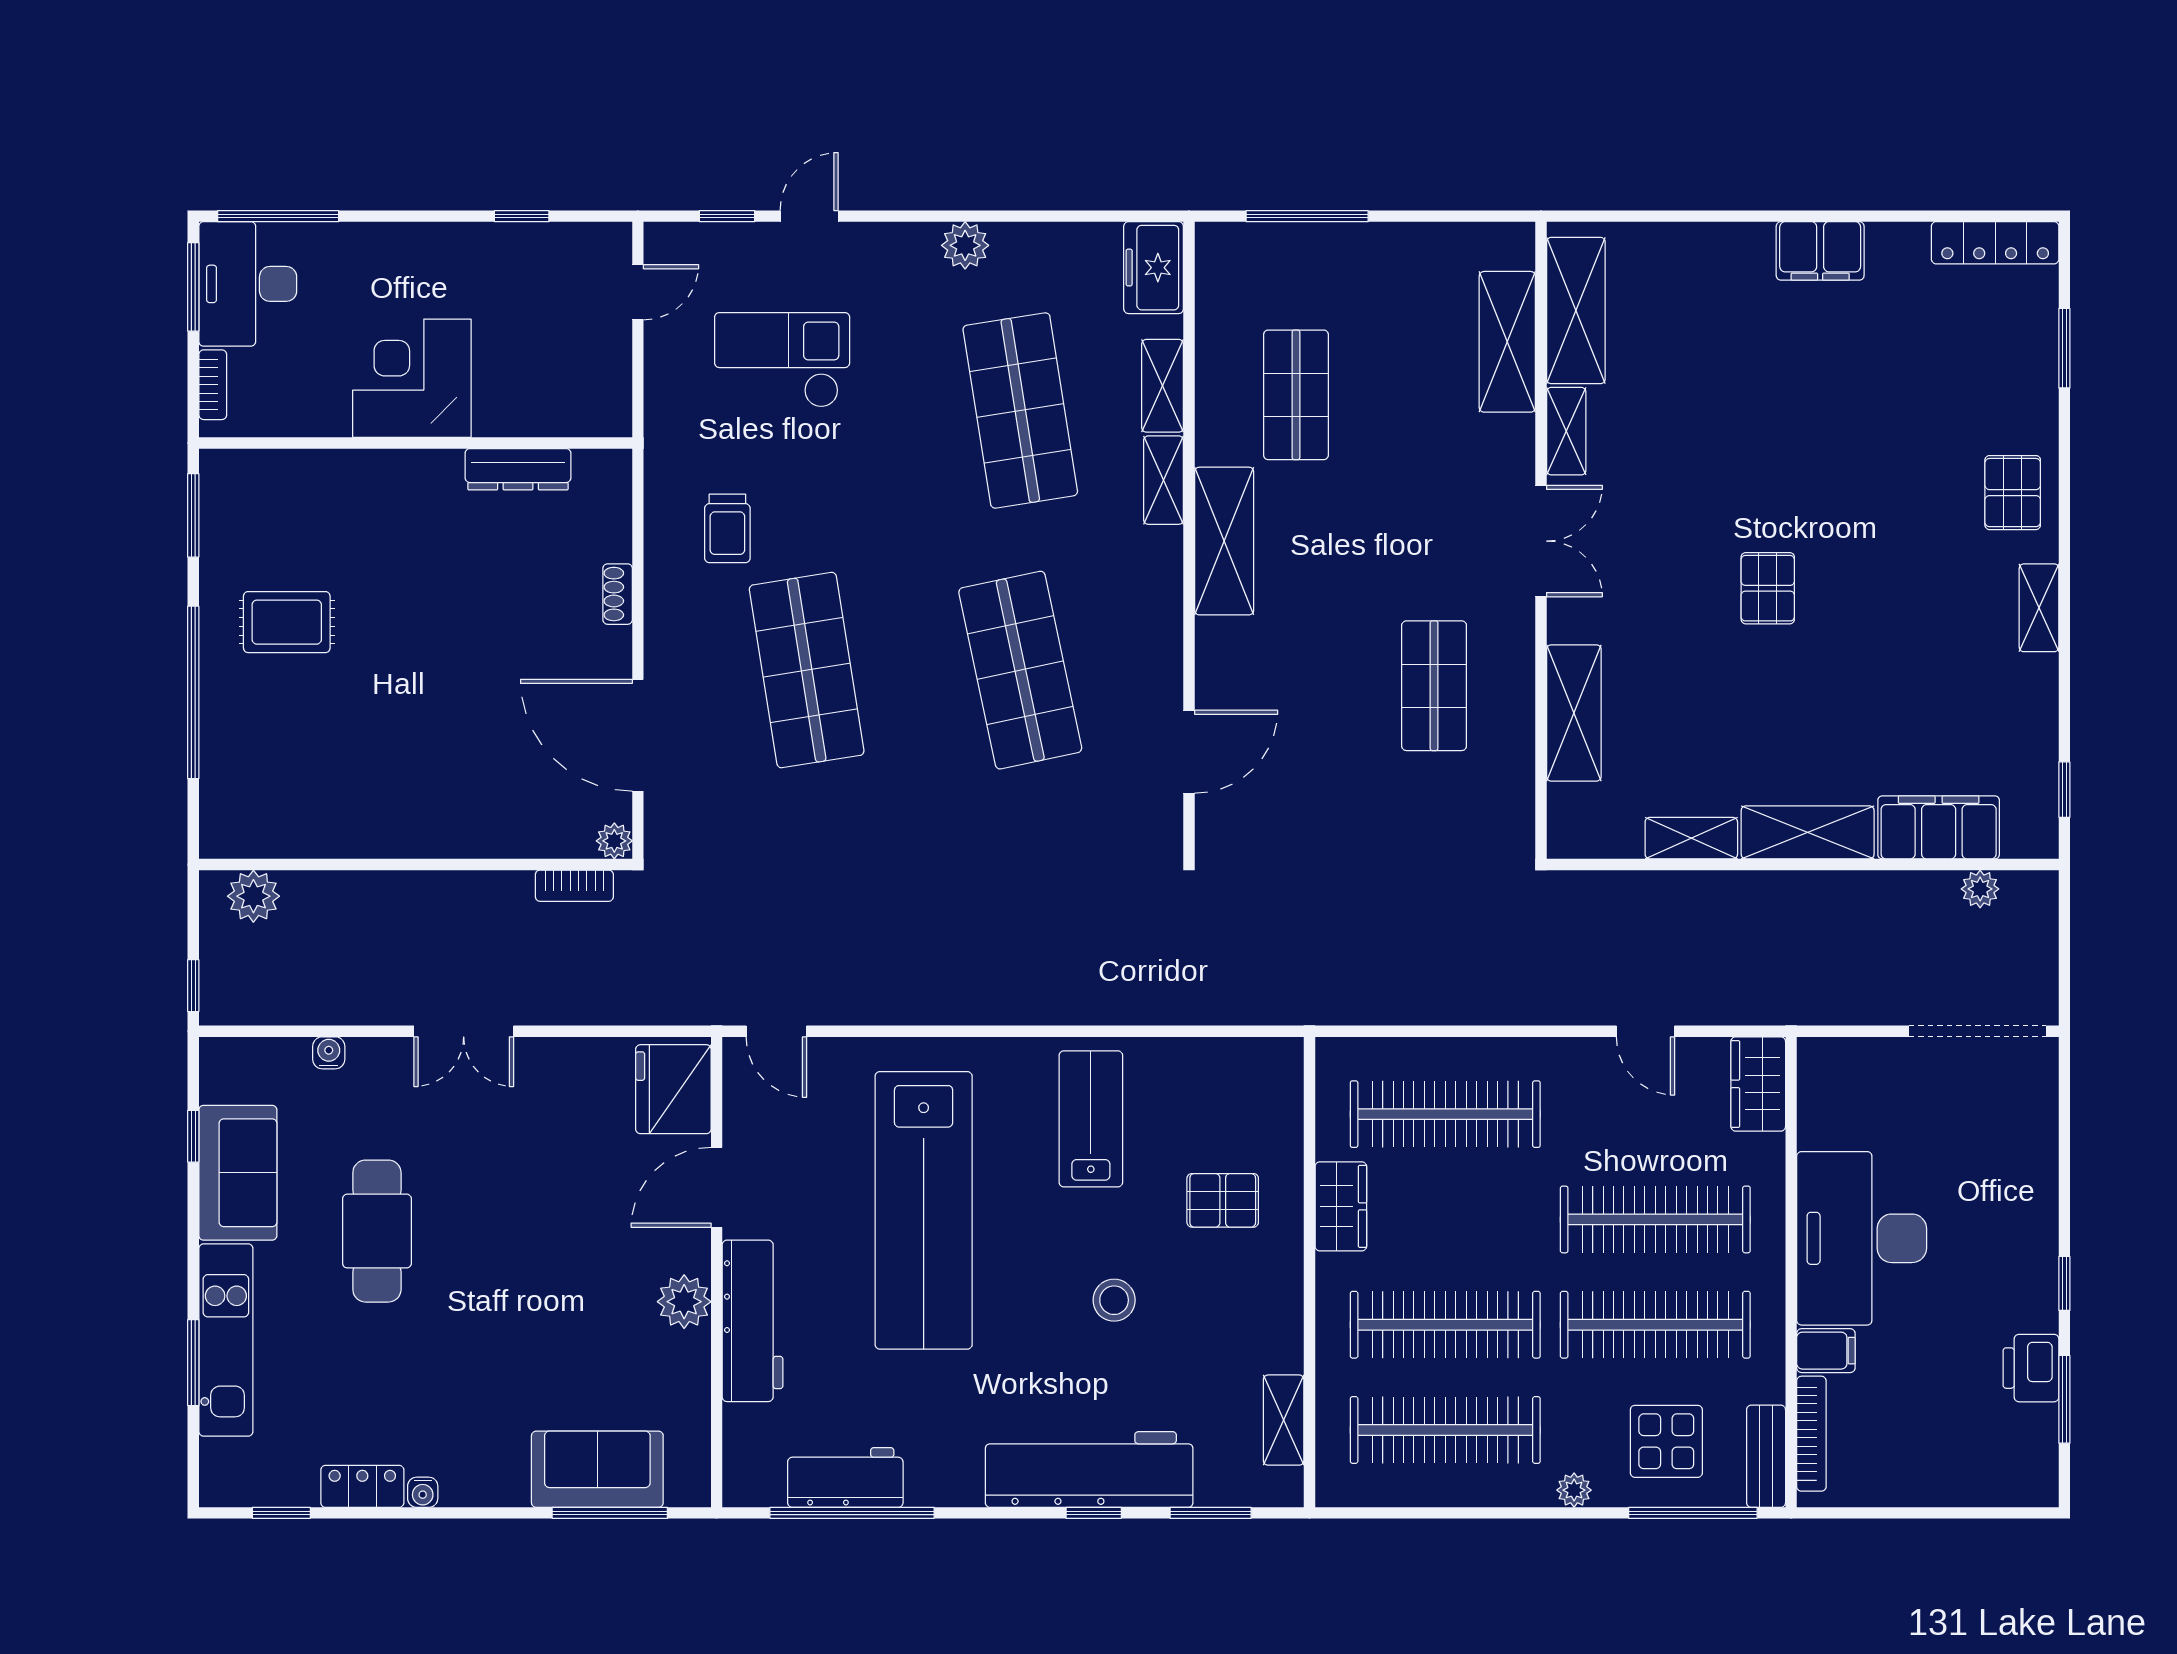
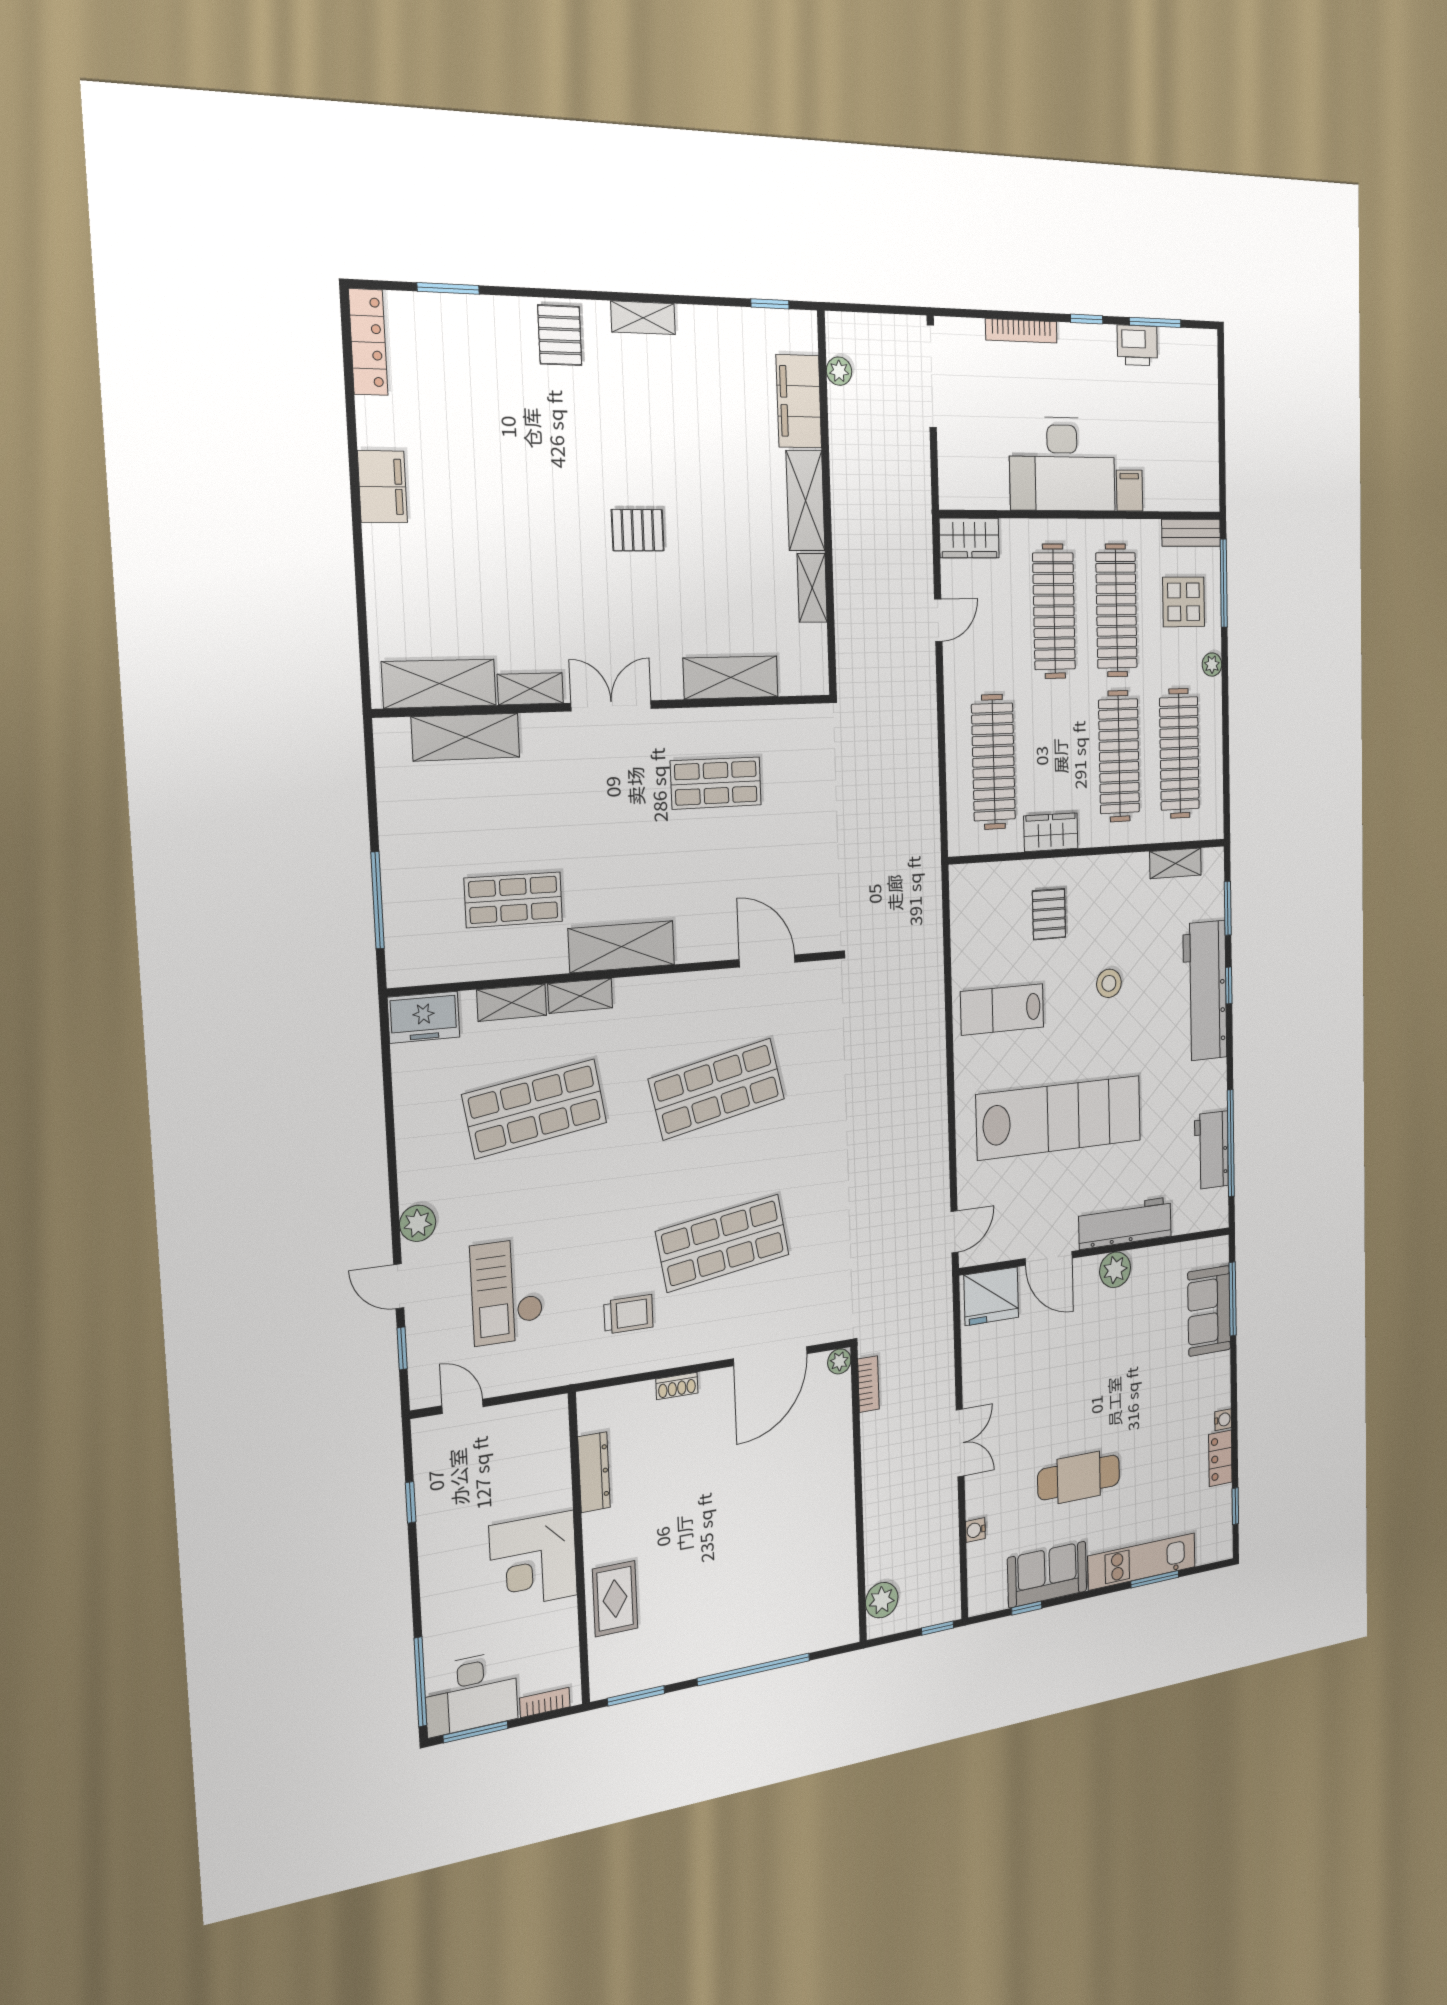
plant: (965, 245) -> (418, 1223), moved
pallet: (2013, 493) -> (560, 335), turned 90
rug: (287, 622) -> (615, 1599), moved
bookcase: (1811, 1434) -> (1021, 331), moved, turned 180

